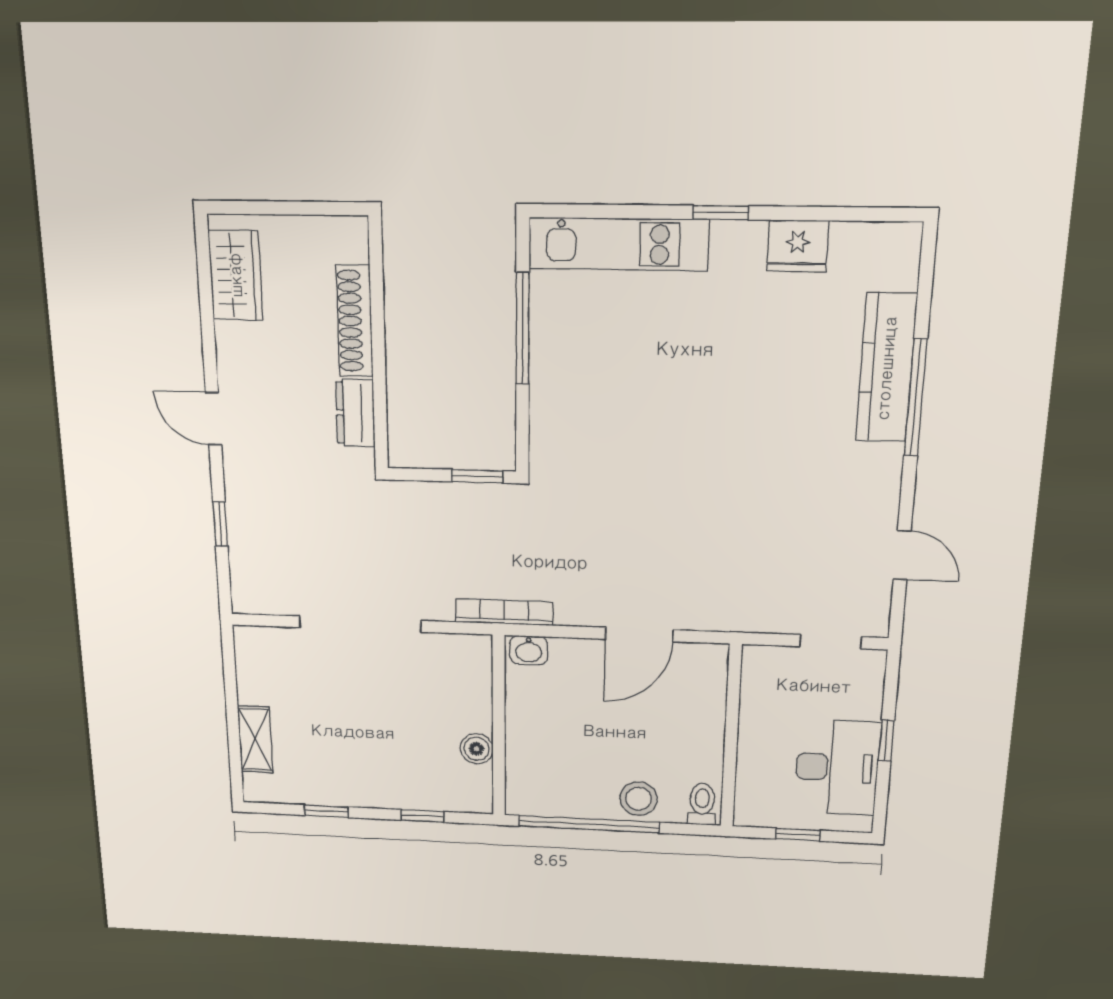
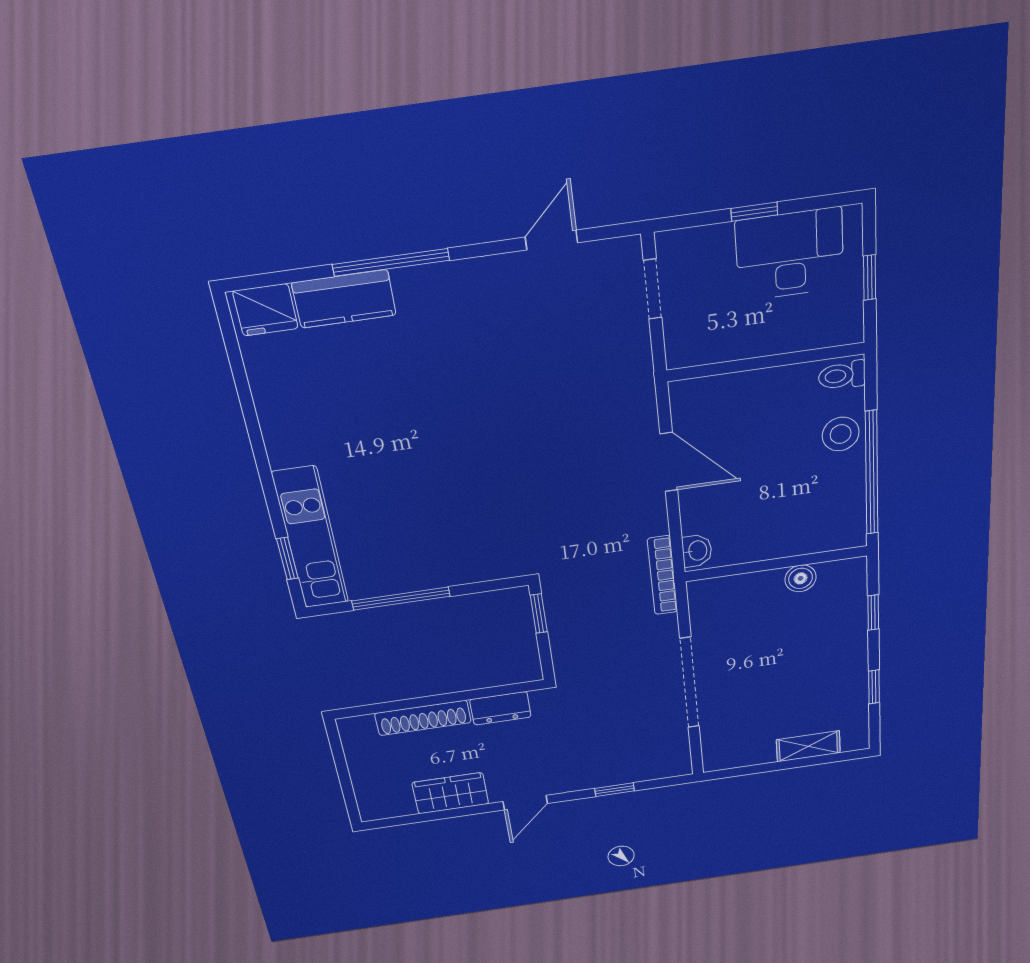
window: (721, 213) -> (287, 559), moved
fridge: (798, 246) -> (265, 310), moved, turned 90
wardrobe: (235, 275) -> (450, 793), moved
kitchen counter: (886, 368) -> (344, 299), width x0.67

